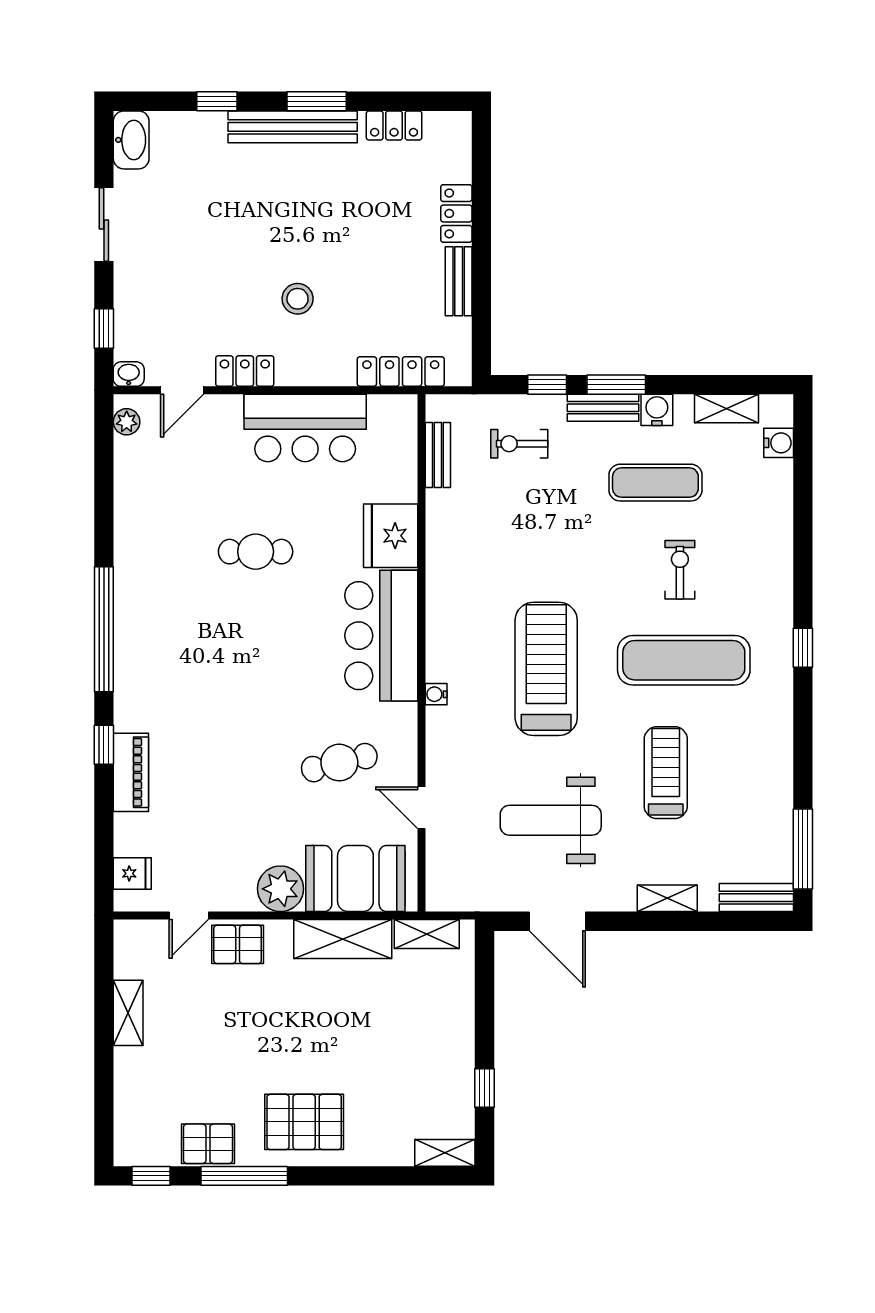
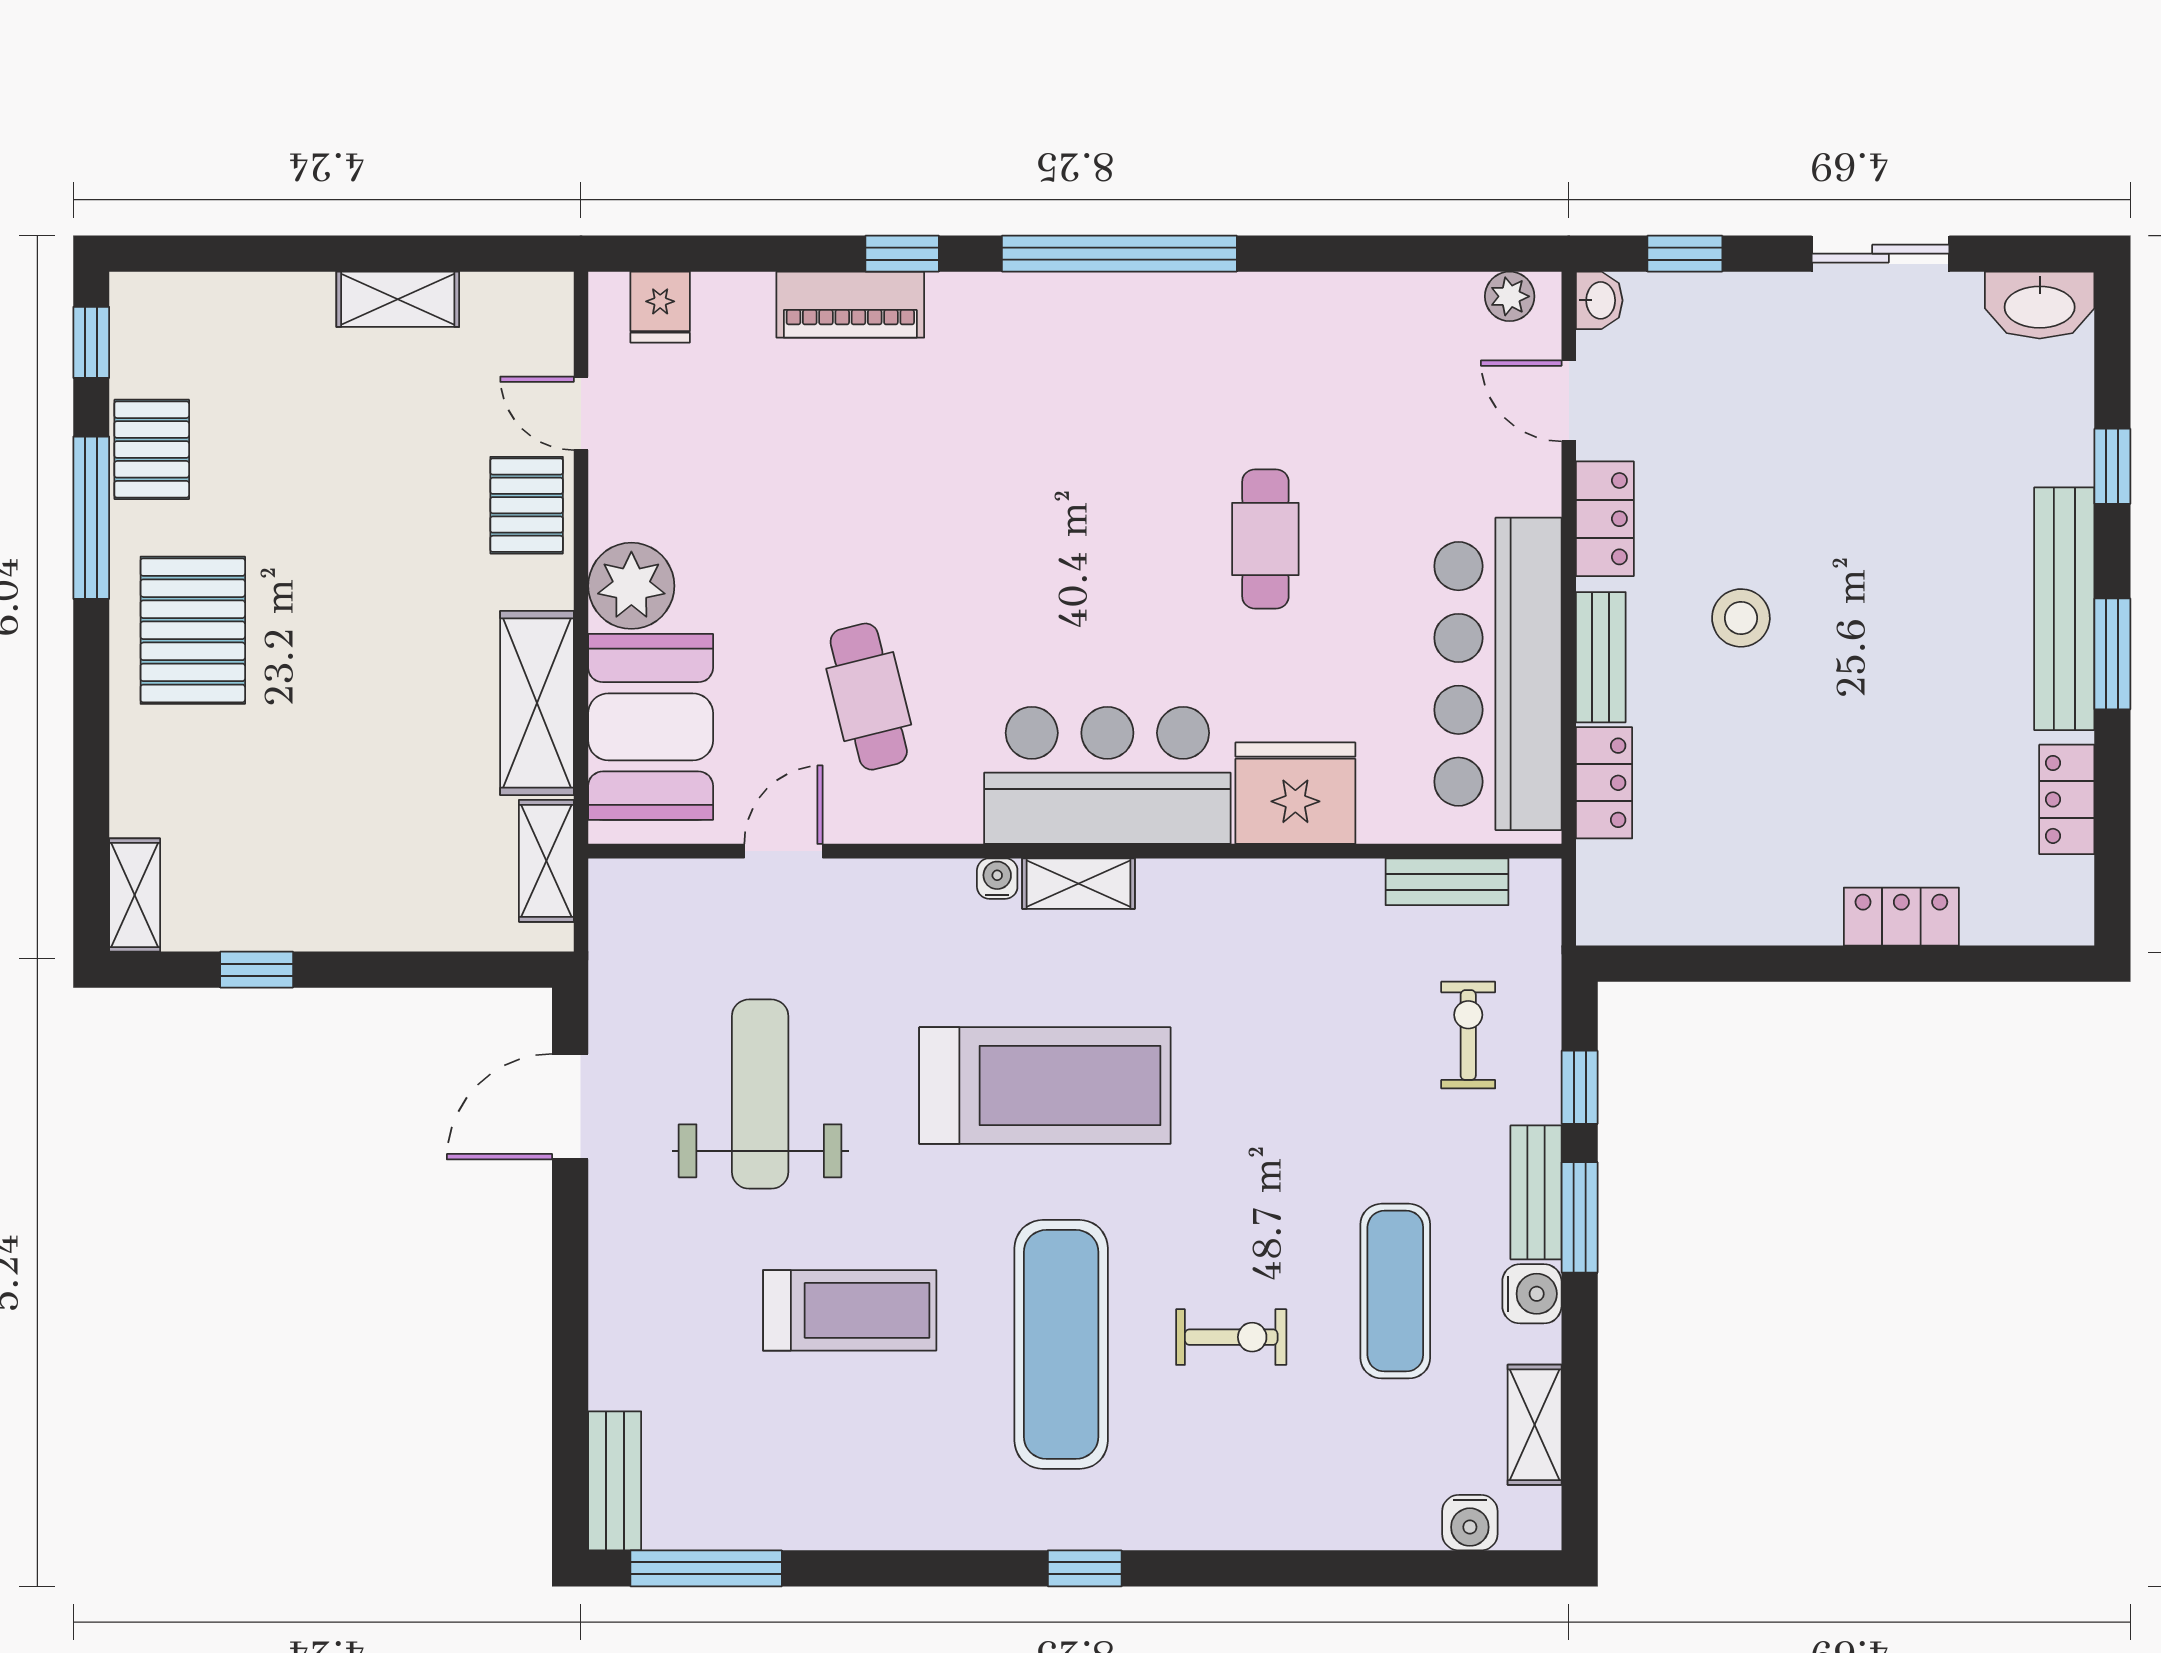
bench: (459, 281) -> (1601, 657), moved, turned 90
locker: (401, 372) -> (1604, 783), width x0.66
bar counter: (305, 428) -> (1498, 674), width x1.36
shelving: (667, 898) -> (1079, 884), moved, turned 90

